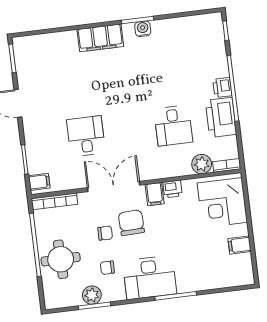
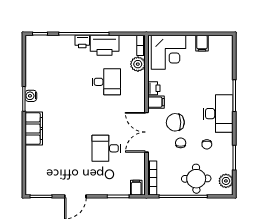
plant: (92, 295) -> (226, 181), moved

